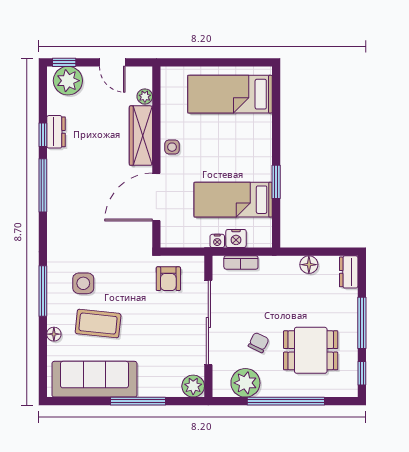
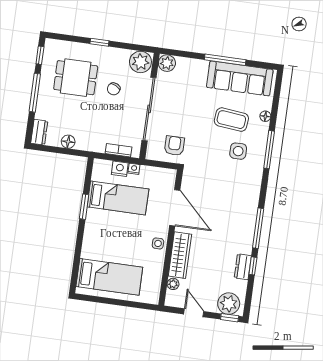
door: (156, 197) -> (175, 208), hinge flipped
plant: (245, 383) -> (140, 62), moved
window: (138, 401) -> (225, 60), moved
window: (286, 401) -> (99, 42), width x0.32

